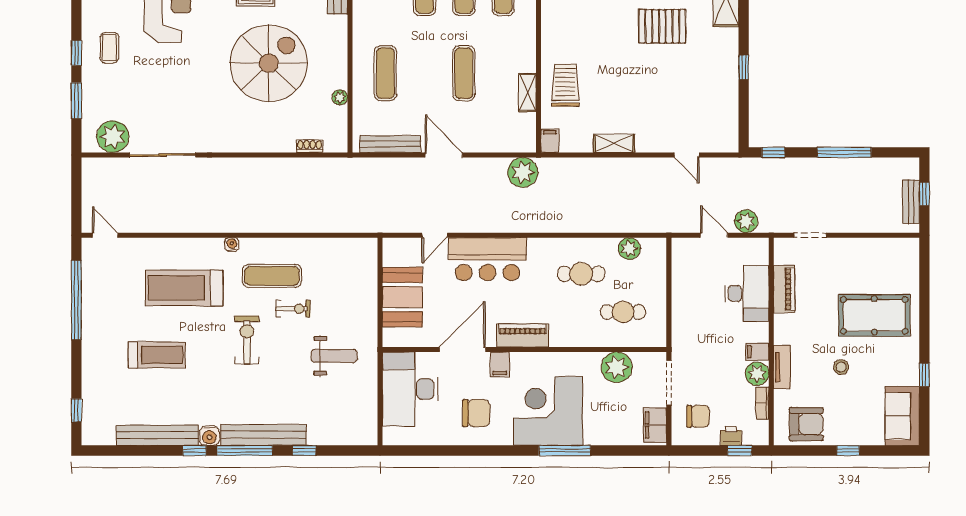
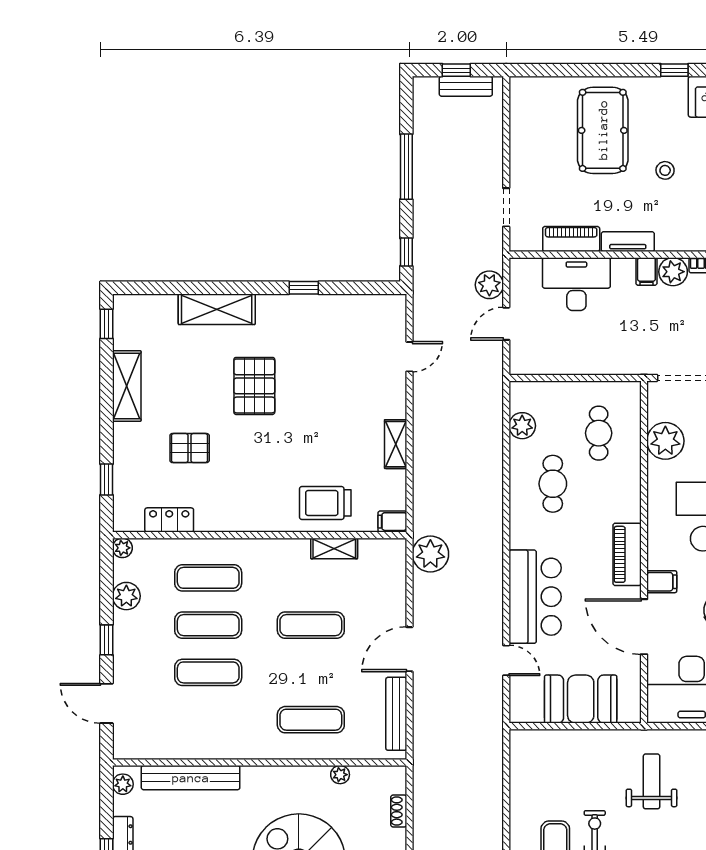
tv unit: (782, 367) -> (628, 242), moved

